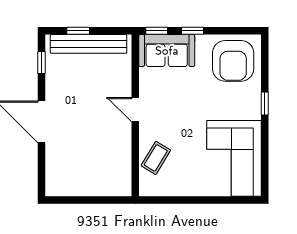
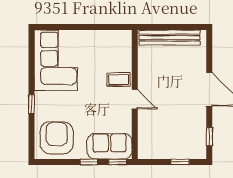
bench: (89, 44) -> (170, 38), moved
coffee table: (156, 158) -> (118, 80), moved, turned 59

